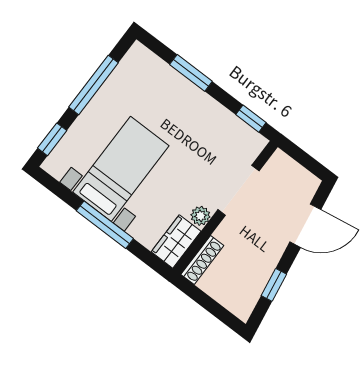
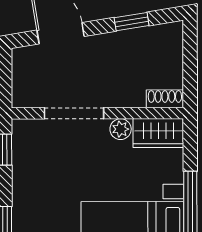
shoe rack: (202, 260) -> (165, 99), width x0.70

